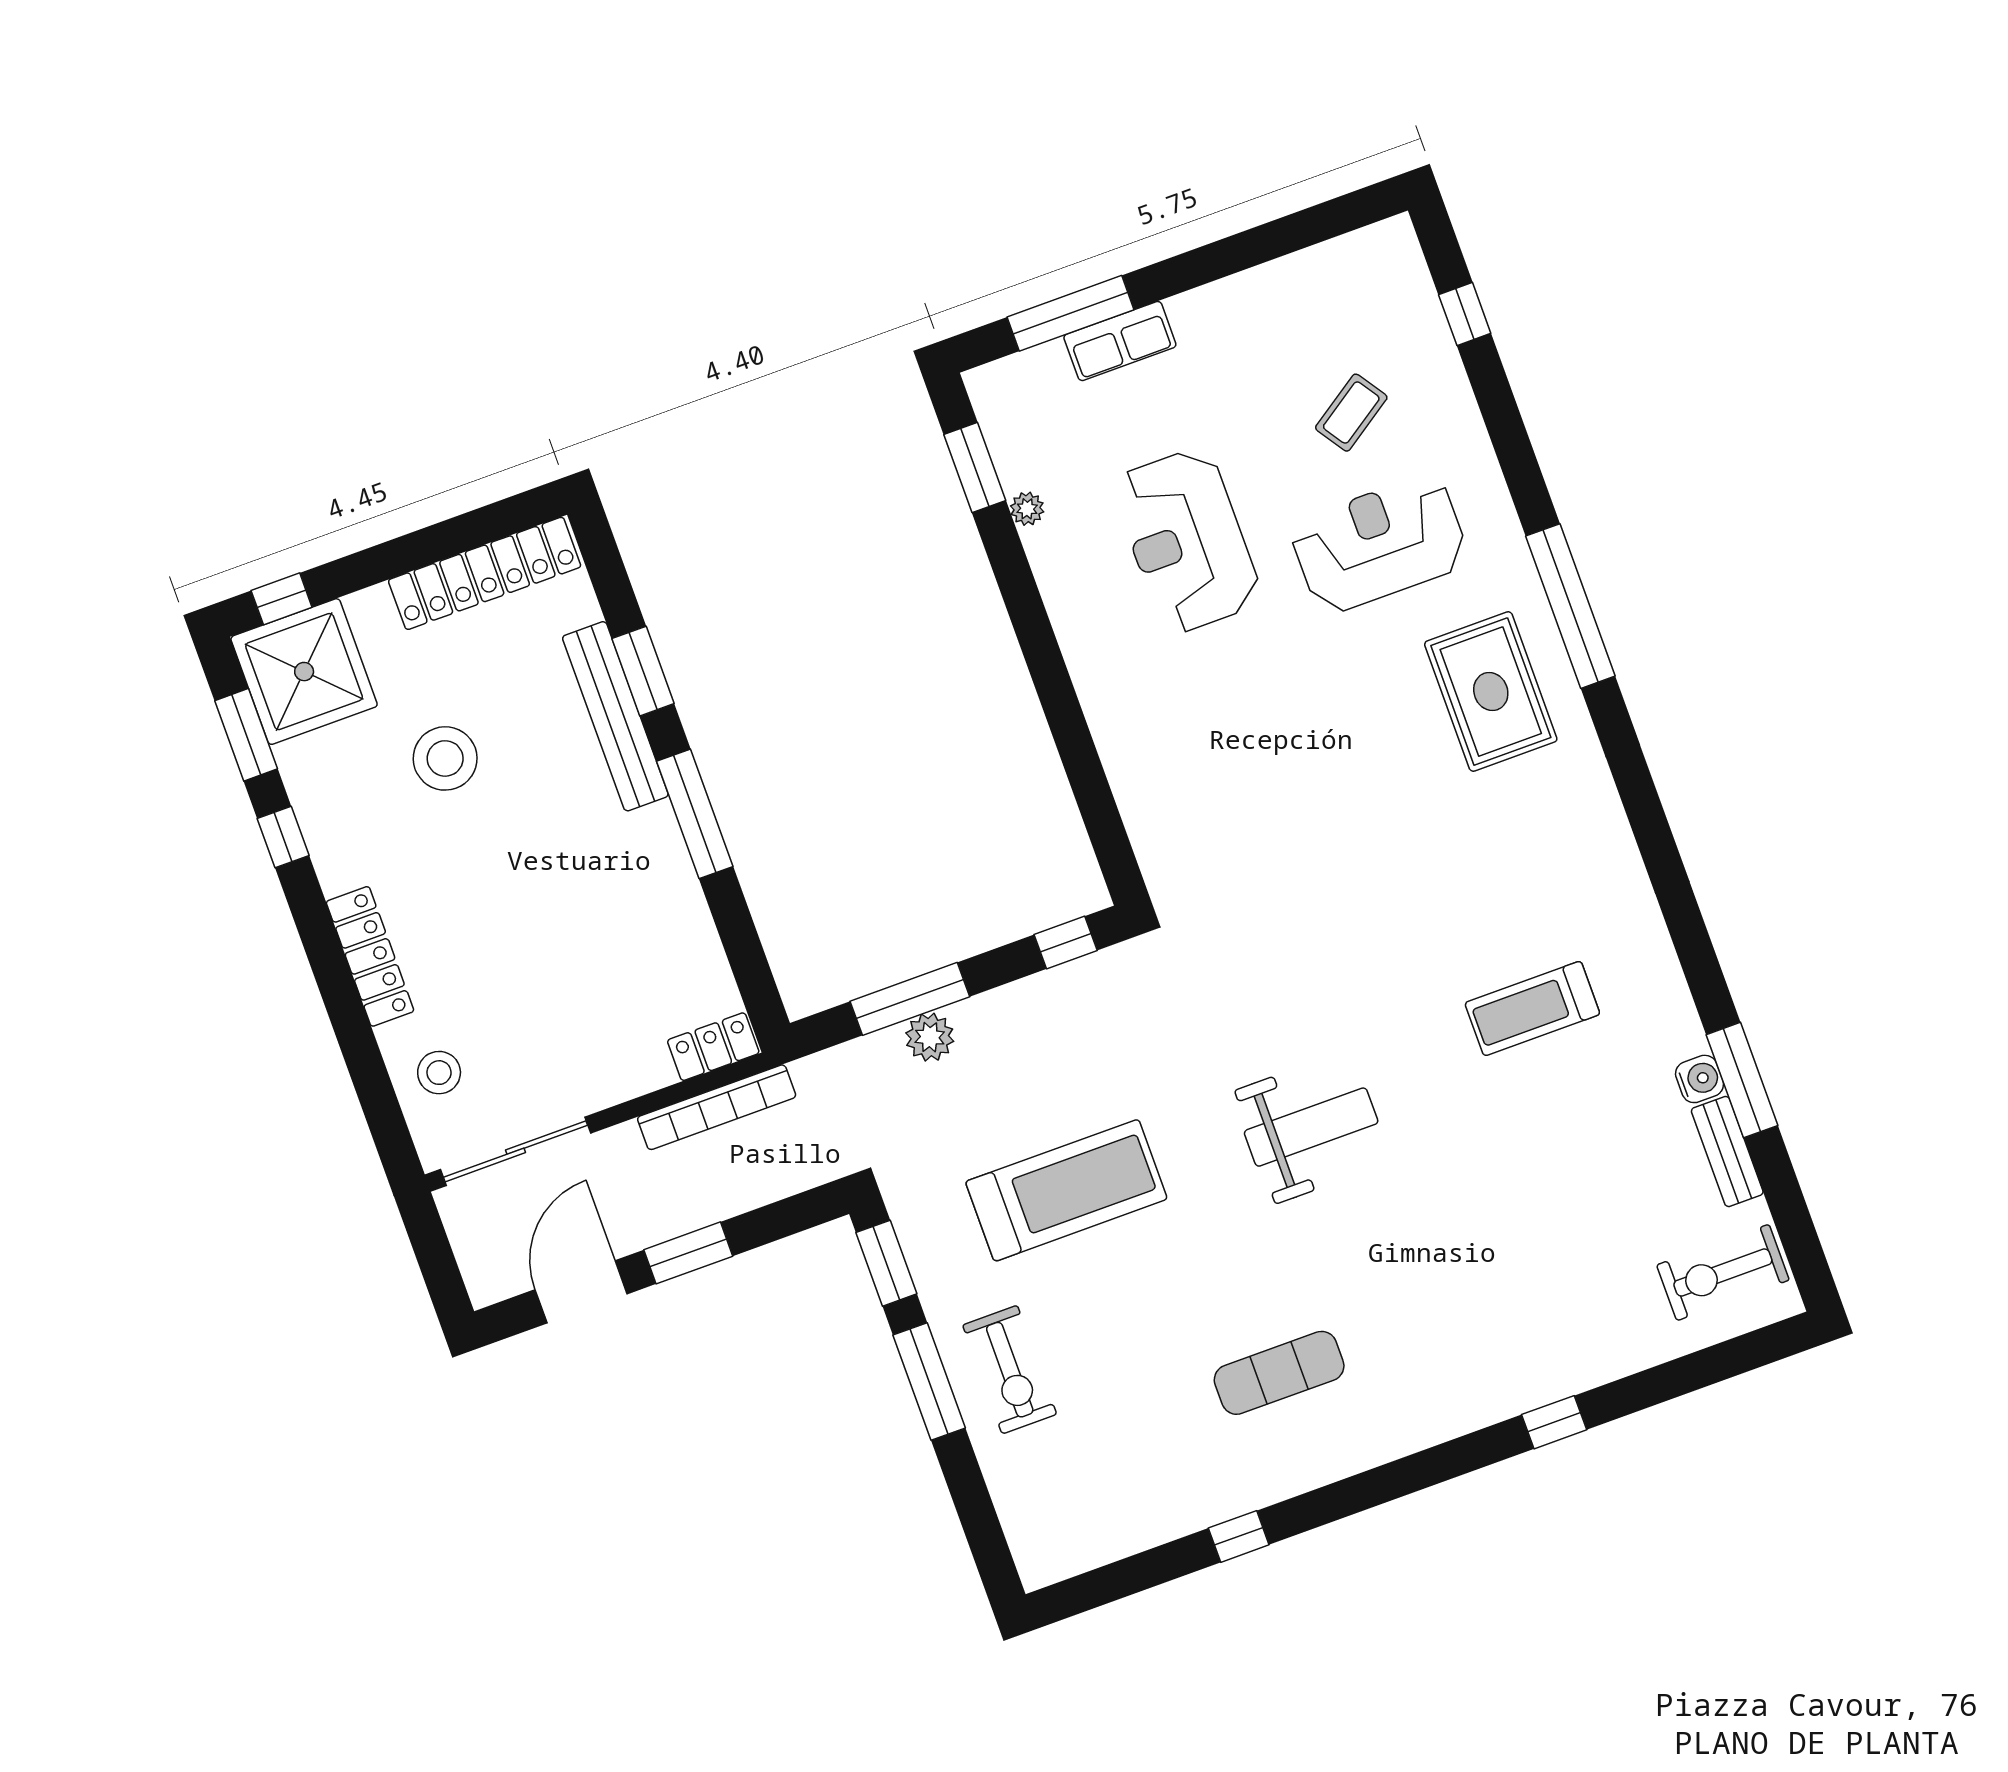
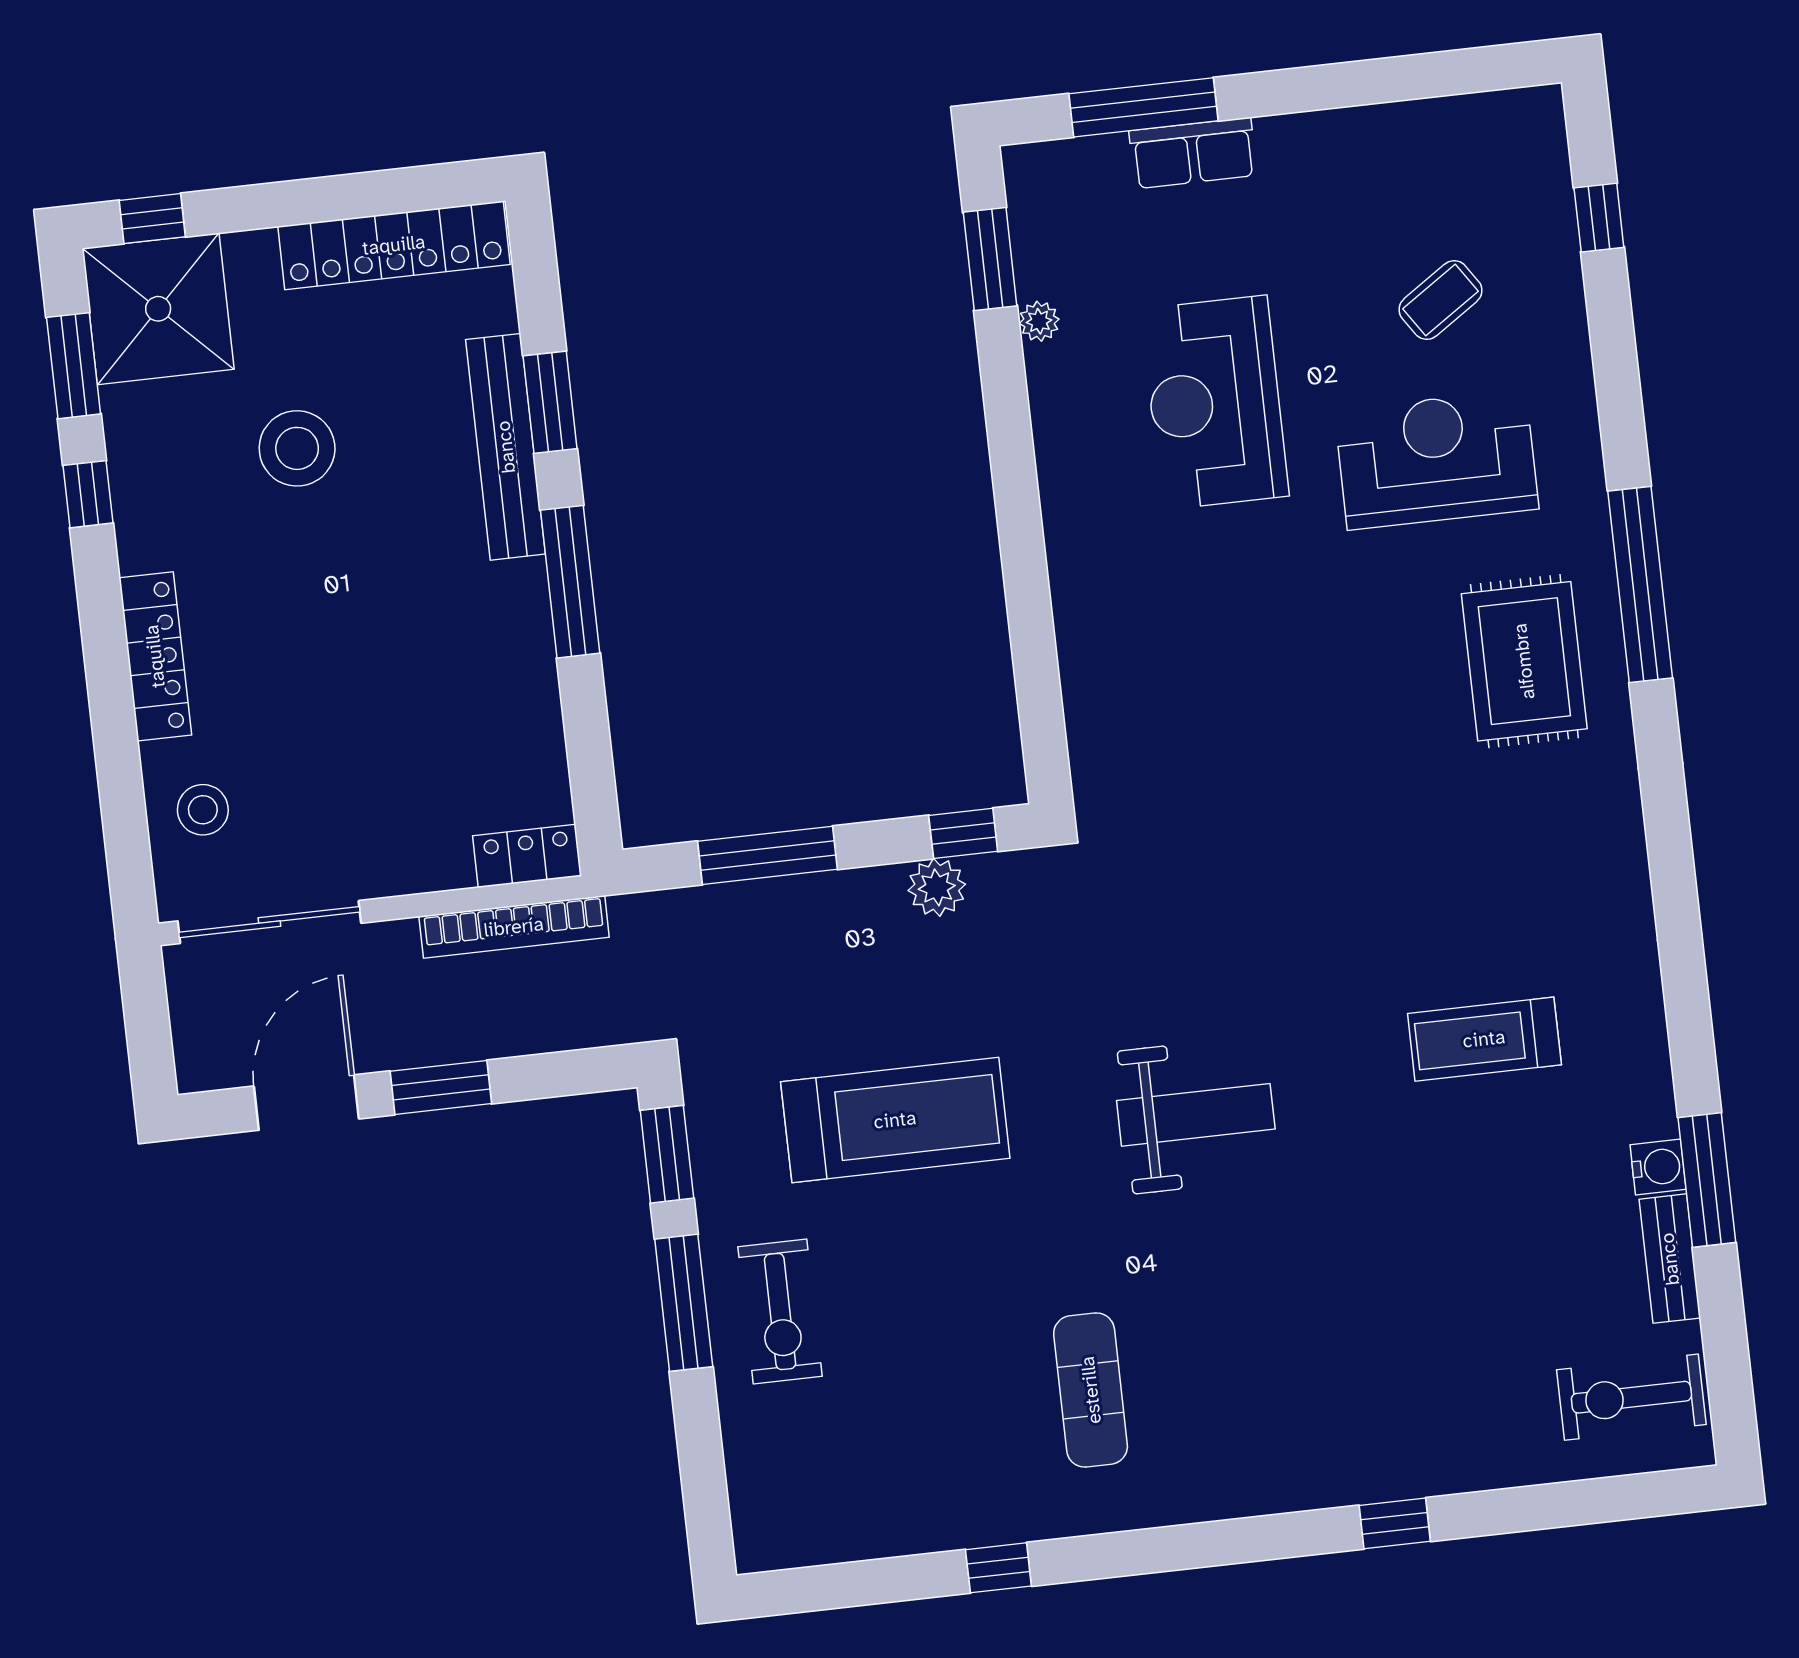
plant: (930, 1037) -> (937, 887), moved
exercise mat: (1279, 1373) -> (1091, 1390), turned 90

